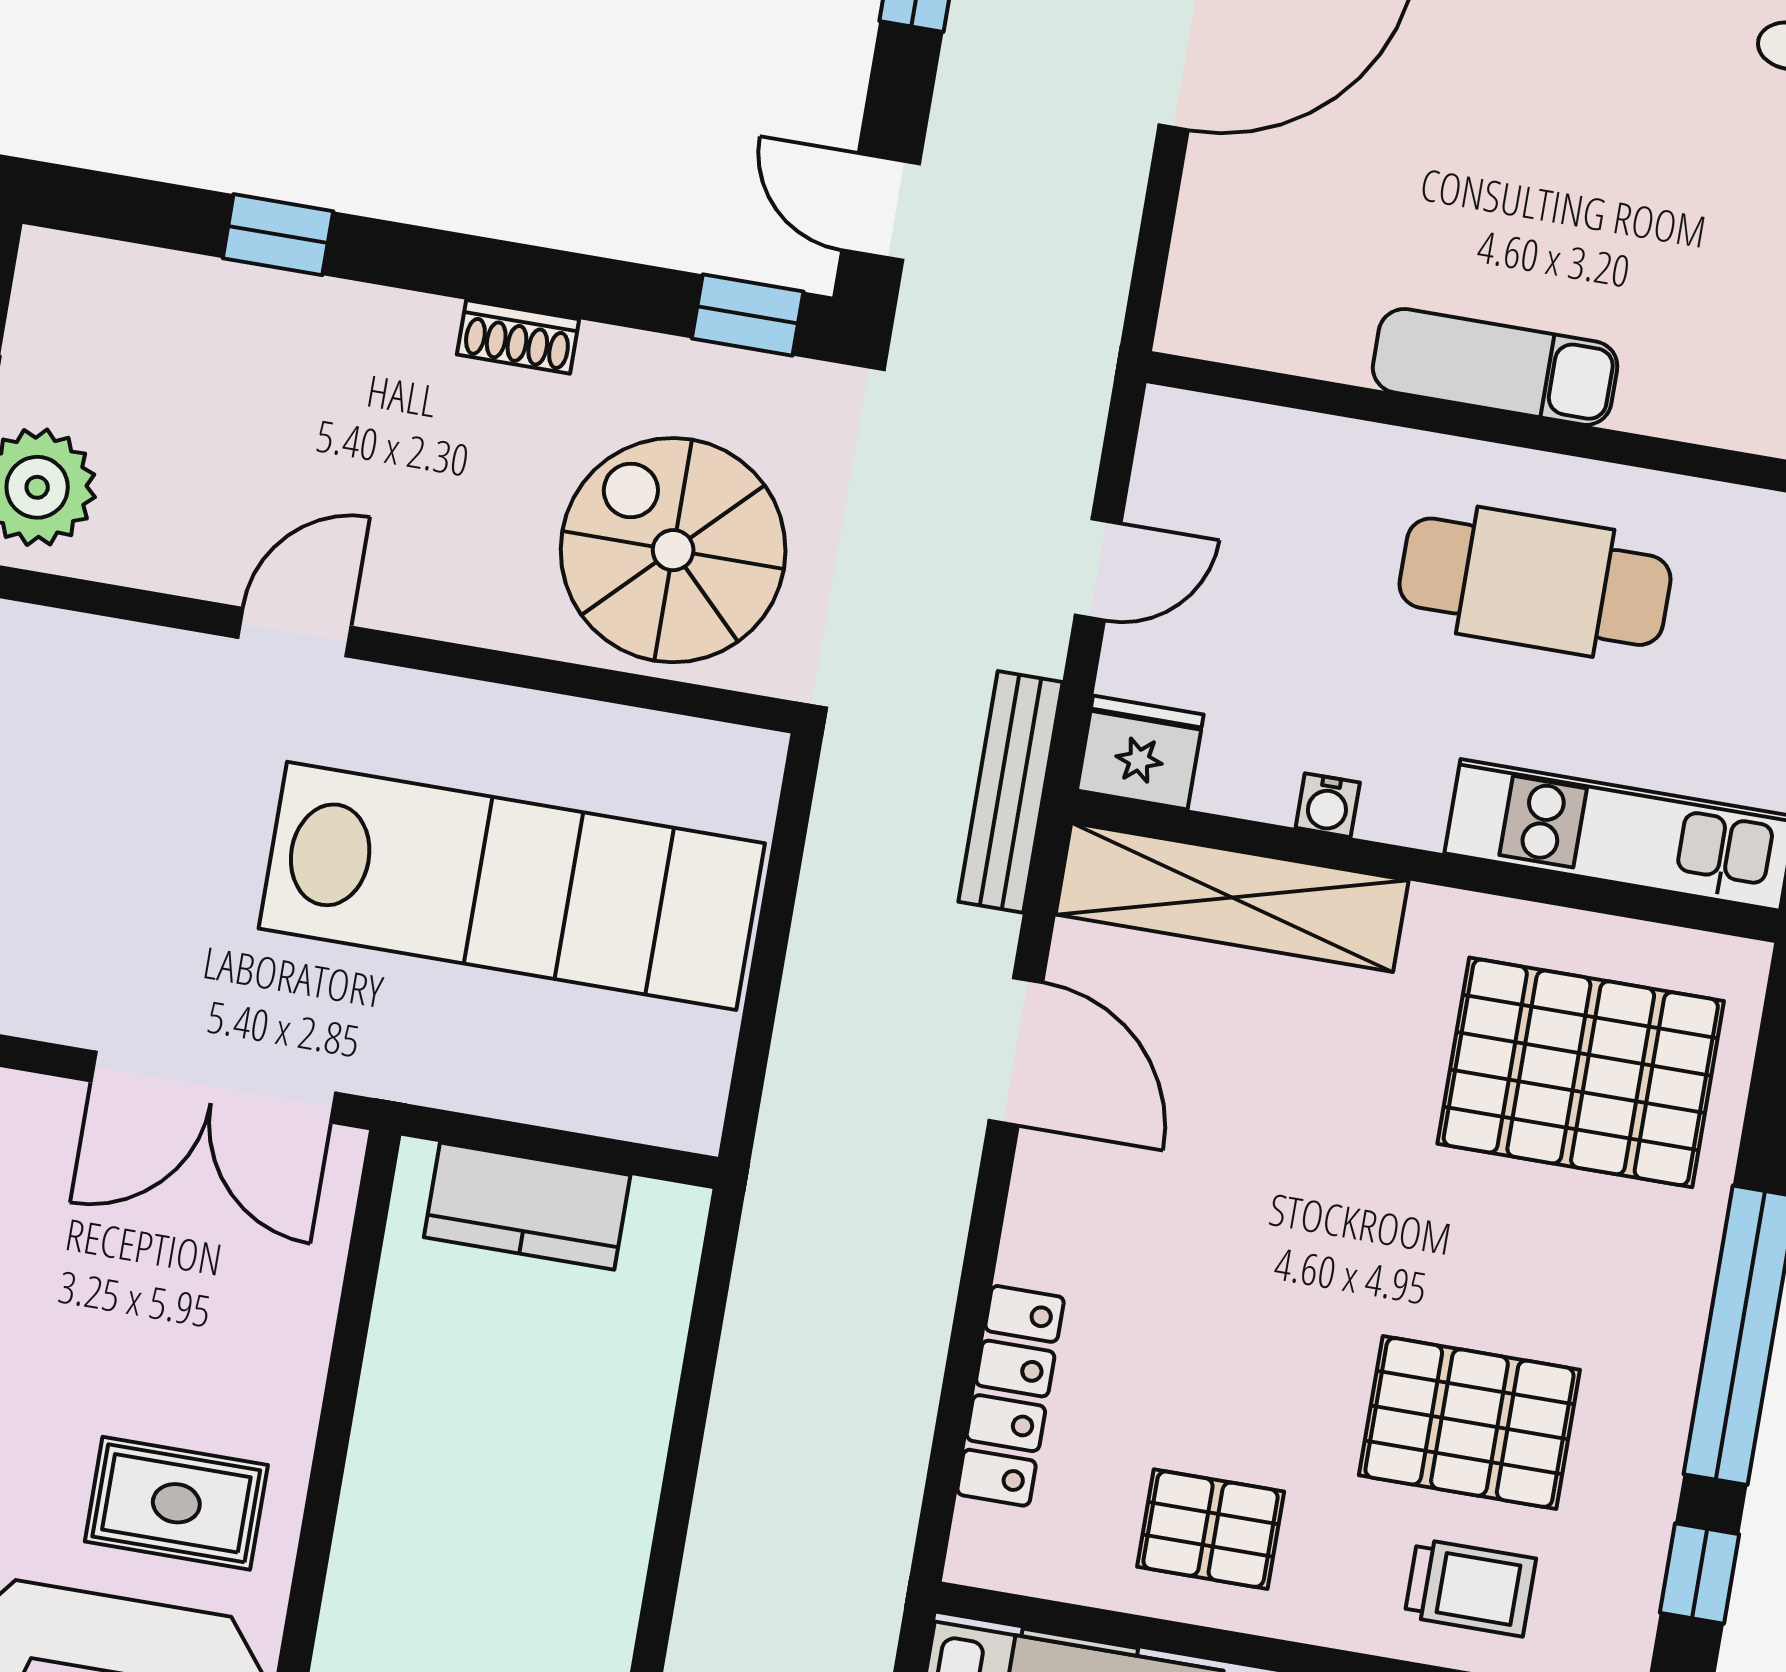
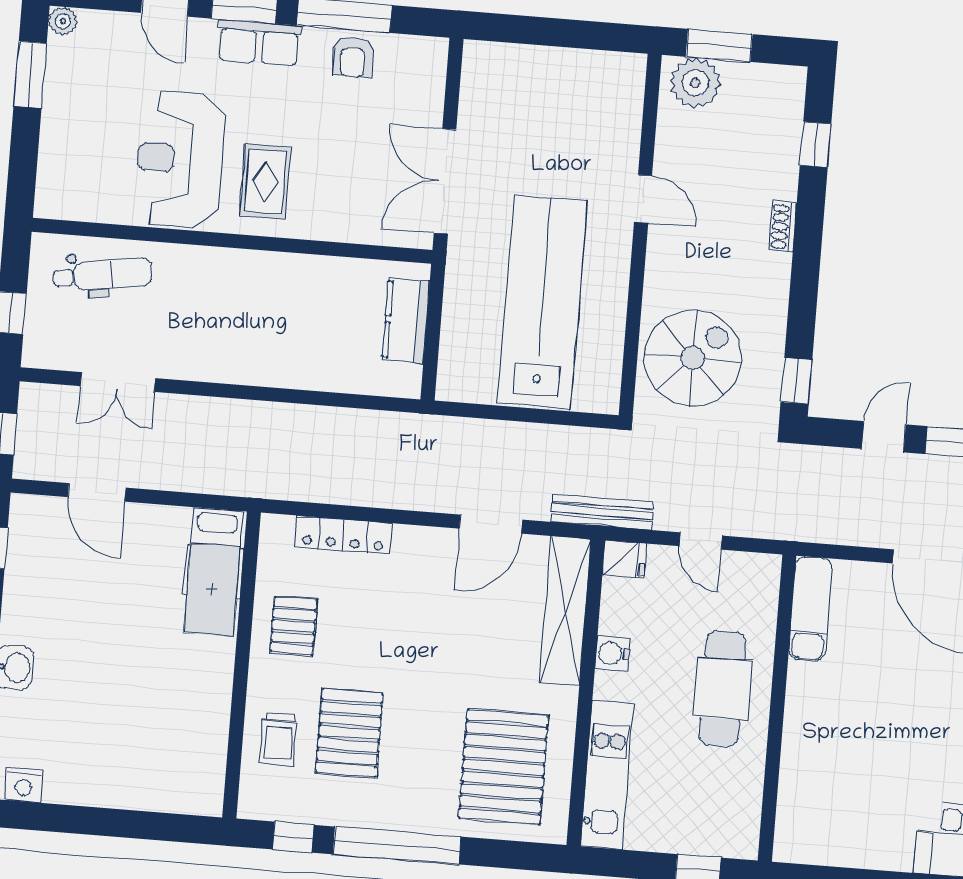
door: (881, 207) -> (884, 437), moved
window: (278, 235) -> (815, 144), moved
shoe rack: (518, 337) -> (783, 227), moved
exam couch: (1495, 367) -> (810, 609), moved
cafe table: (1535, 582) -> (722, 689), moved
fridge: (1140, 752) -> (624, 559), width x0.72
water cooler: (1328, 805) -> (613, 653), width x1.38, depth x1.38
lab bench: (512, 886) -> (543, 302), turned 180

